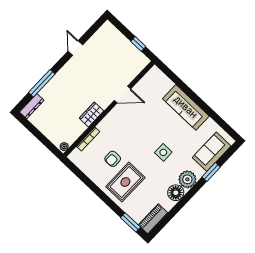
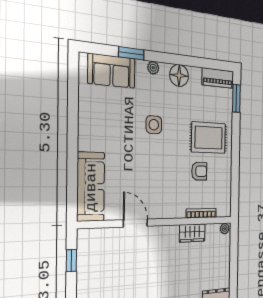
sofa: (186, 107) -> (91, 187), moved
wardrobe: (91, 114) -> (192, 233), moved
plant: (187, 179) -> (153, 68), width x0.53, depth x0.53

